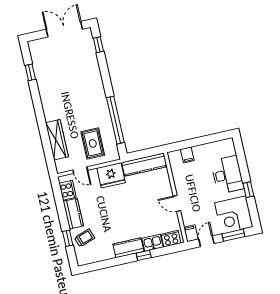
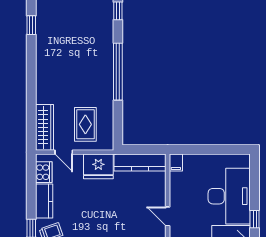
window: (115, 120) -> (118, 72), moved
wardrobe: (57, 140) -> (44, 127), moved
filing cabinet: (187, 155) -> (176, 162), moved
desk: (227, 175) -> (229, 196), width x1.36, depth x1.30

